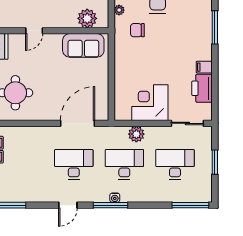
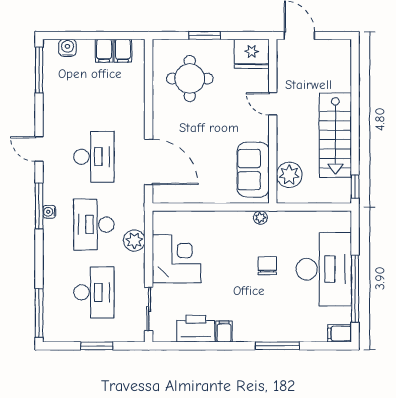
plant: (119, 10) -> (260, 218), moved
chair: (137, 30) -> (267, 266), moved
desk: (124, 164) -> (94, 225), turned 180

